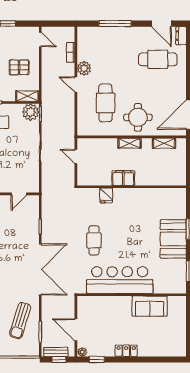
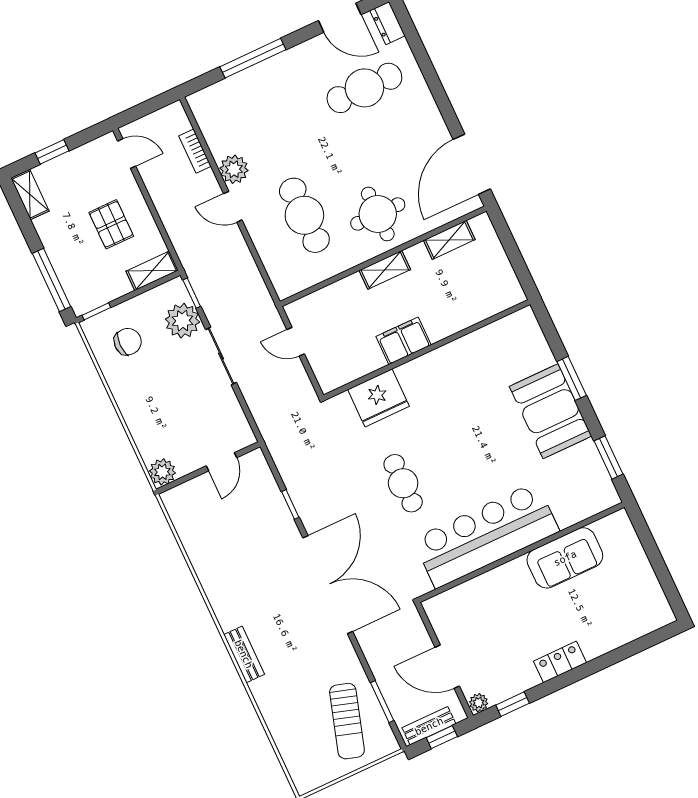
pallet: (19, 67) -> (111, 224), turned 90
plant: (31, 112) -> (183, 321), moved
fridge: (106, 195) -> (378, 398), width x1.88, depth x1.34
sun lounger: (20, 321) -> (347, 721), moved

